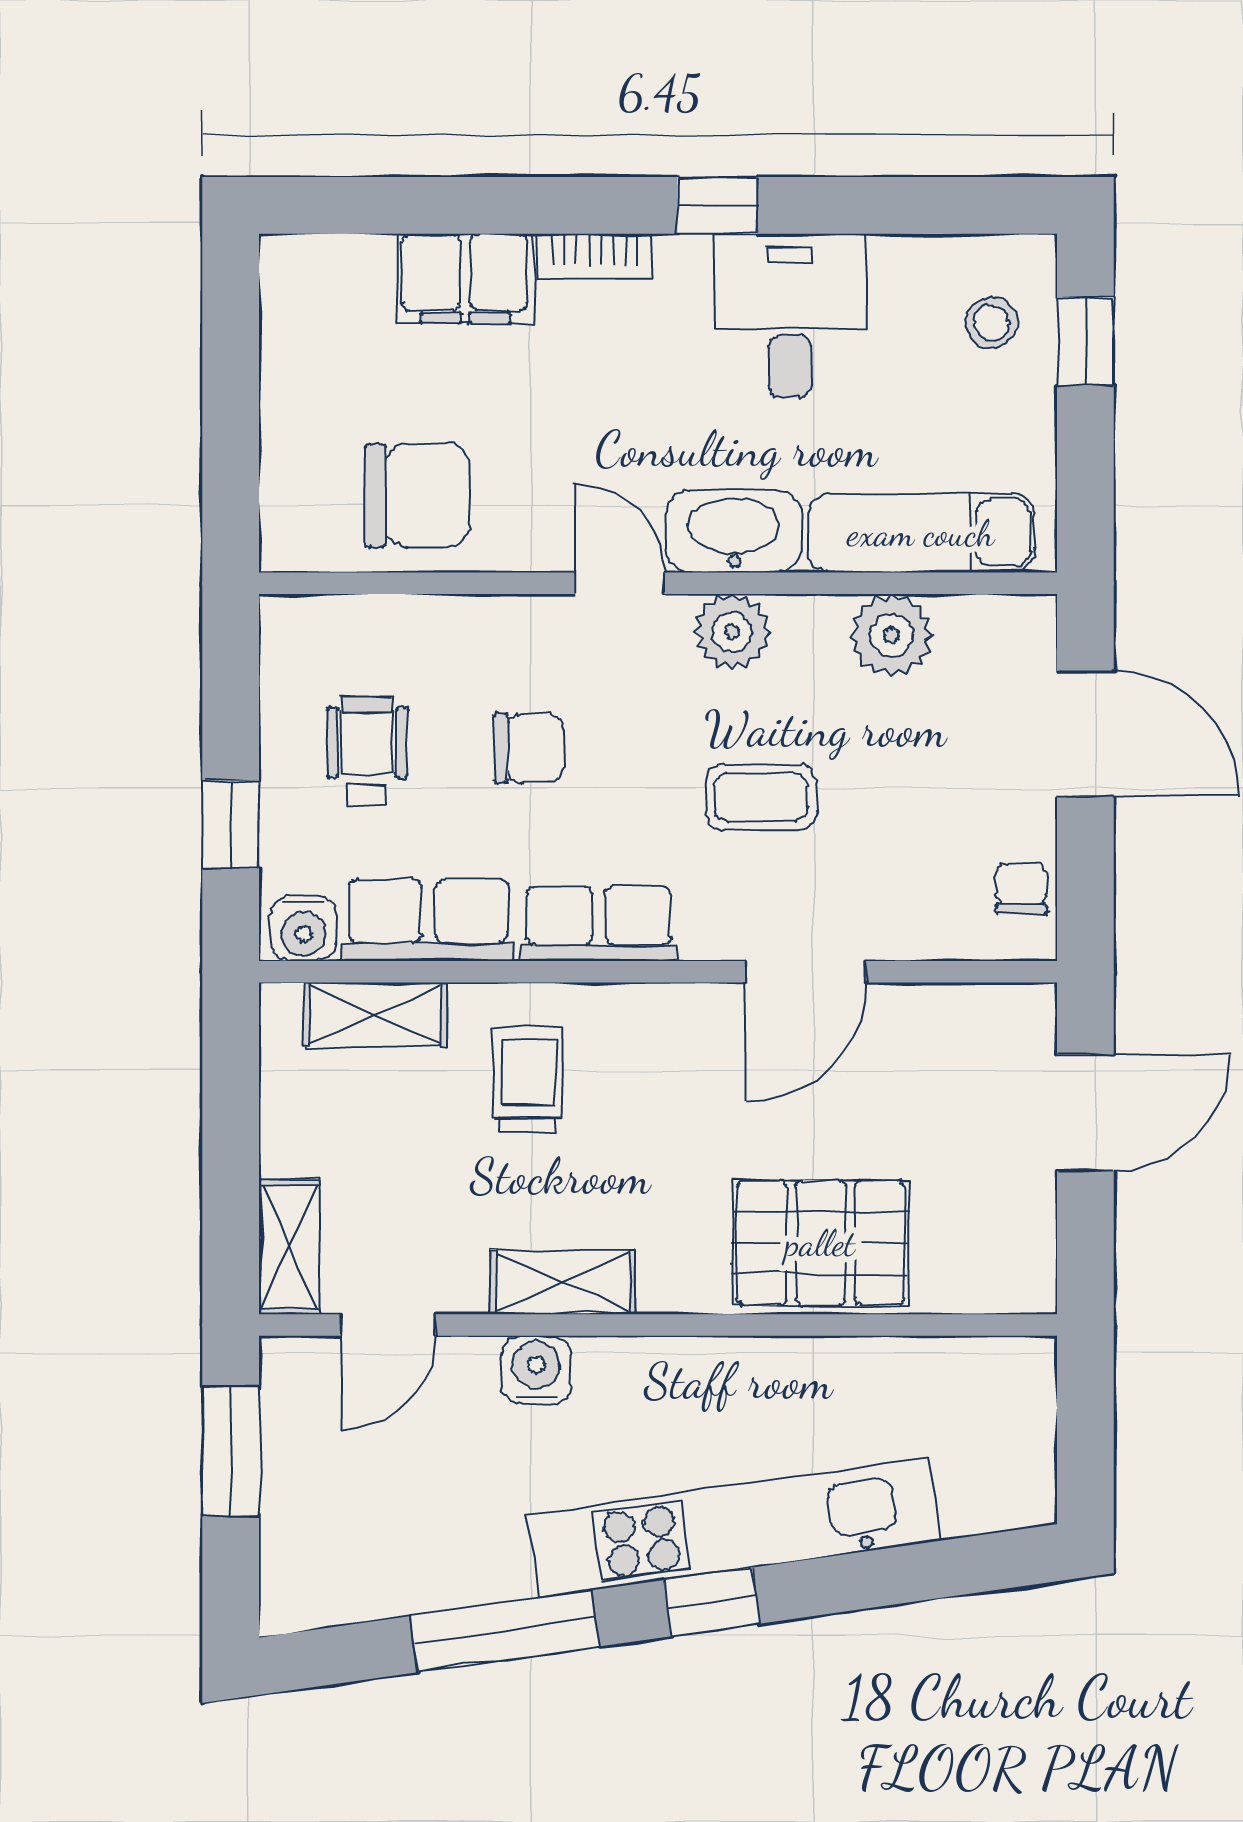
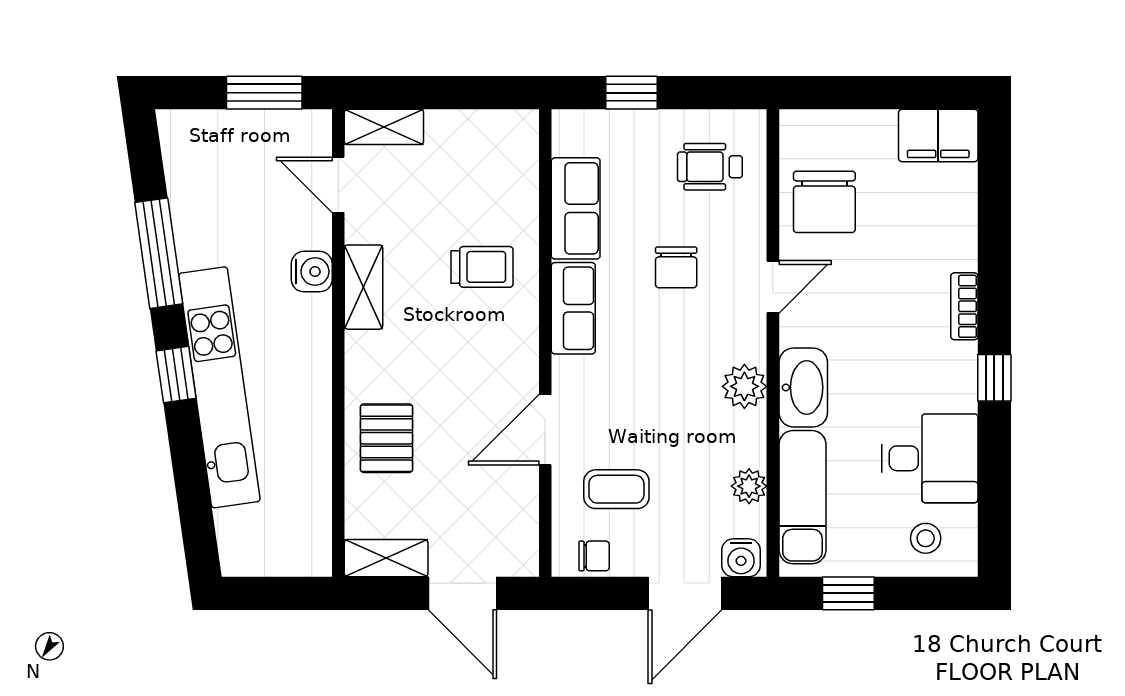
filing cabinet: (465, 279) -> (938, 135), moved, turned -90
desk: (790, 316) -> (930, 458), moved
window: (1085, 341) -> (848, 593), moved
door: (620, 583) -> (773, 287), moved
plant: (891, 635) -> (749, 486), width x0.73, depth x0.73
wheelchair: (367, 751) -> (710, 167), moved, turned 180
coffee table: (761, 797) -> (616, 489), moved, turned 90
water cooler: (304, 929) -> (741, 558), moved, turned -90
door: (806, 972) -> (545, 430), hinge flipped
shelving: (375, 1014) -> (386, 558), moved, turned 90
pallet: (820, 1243) -> (386, 438), width x0.67, depth x0.71

